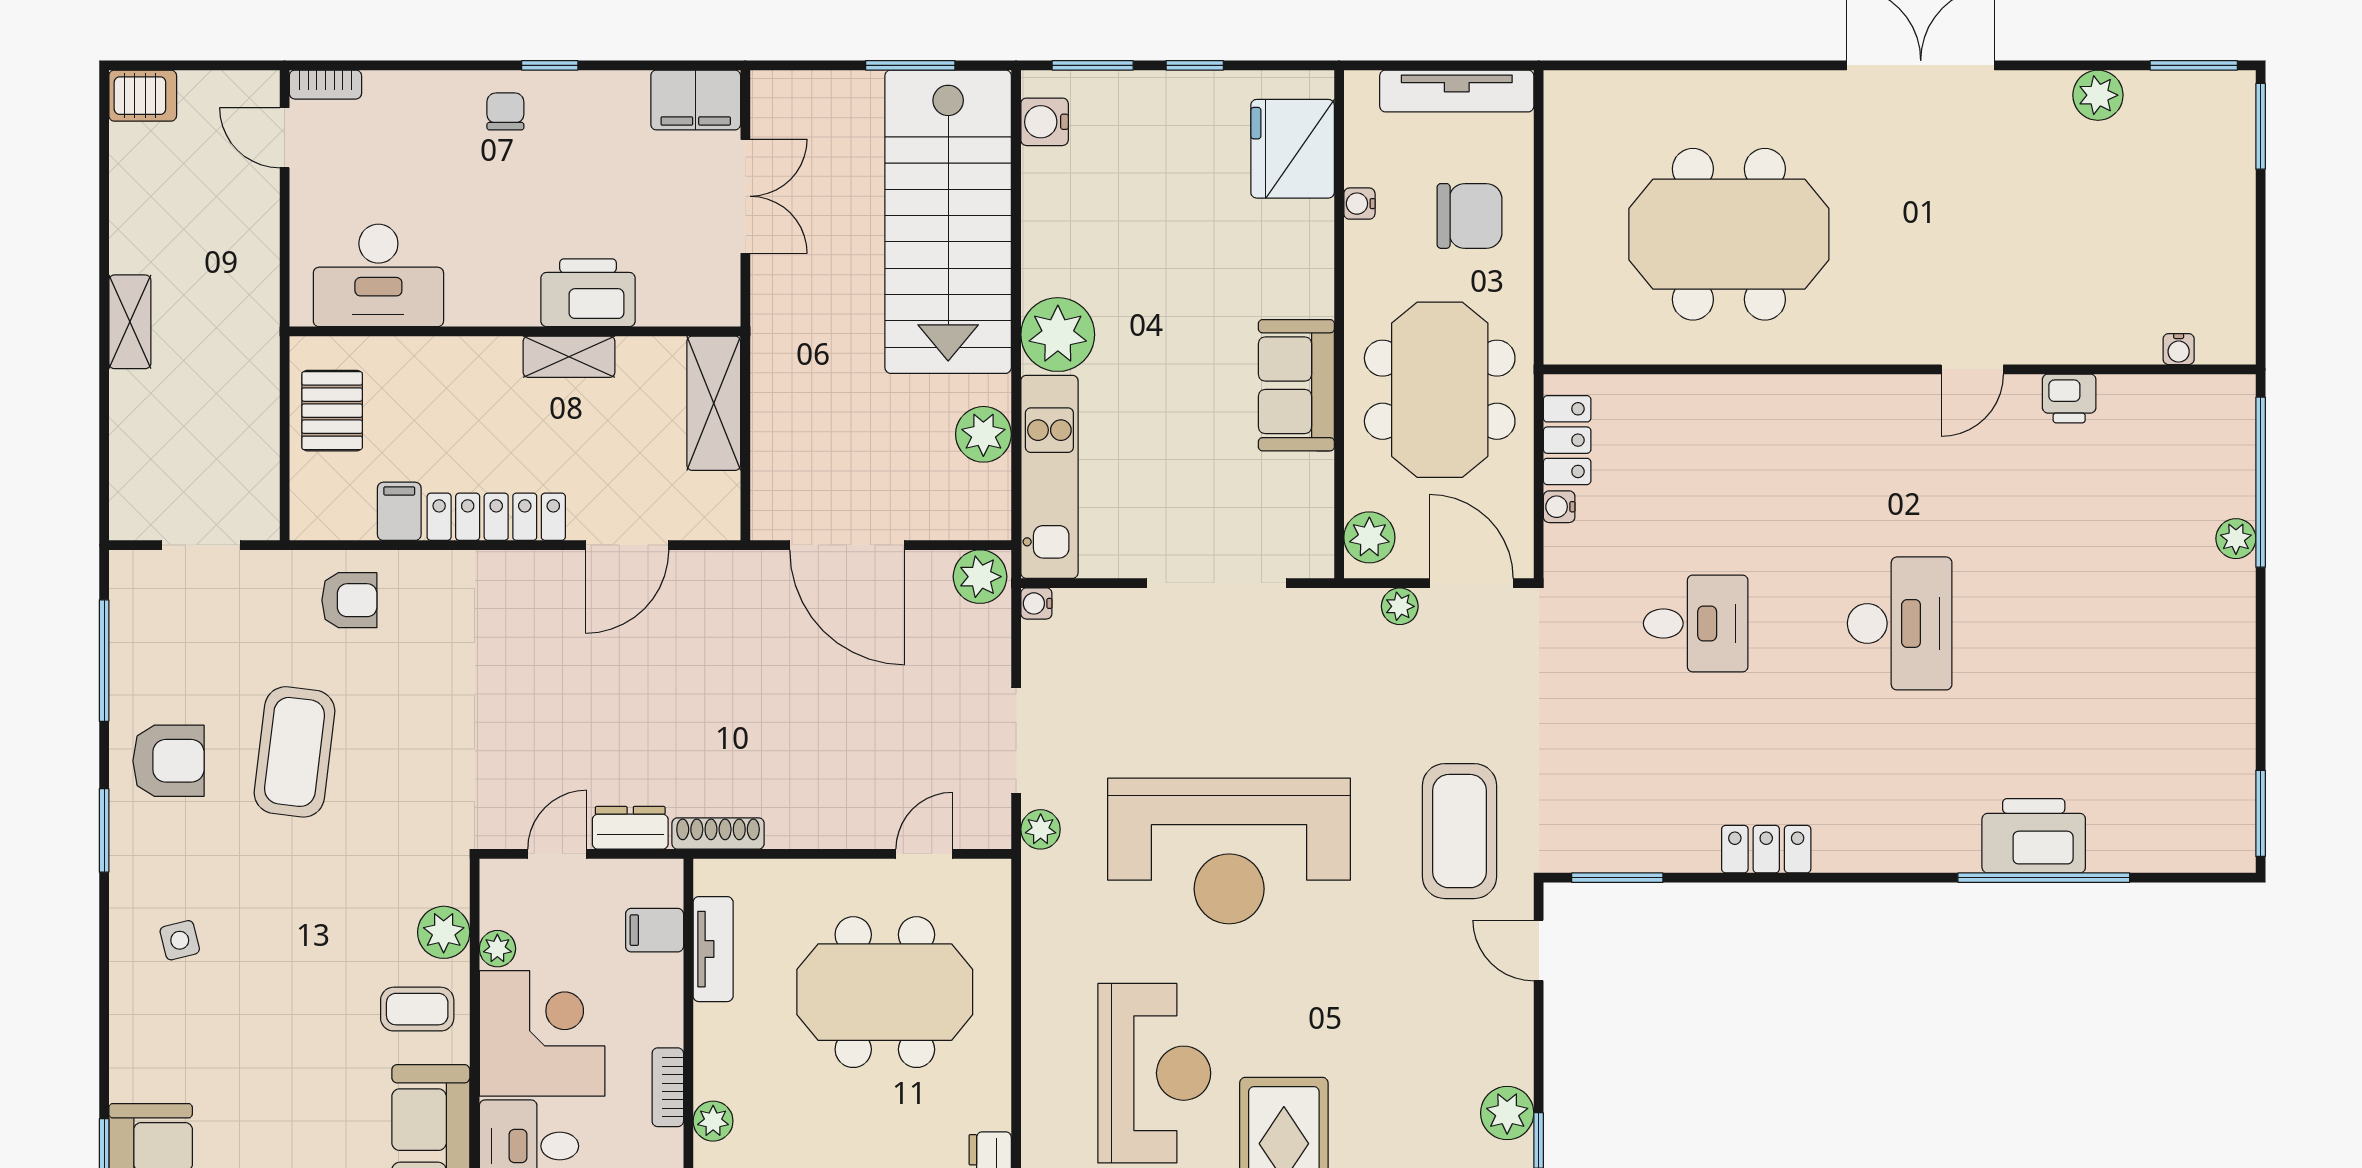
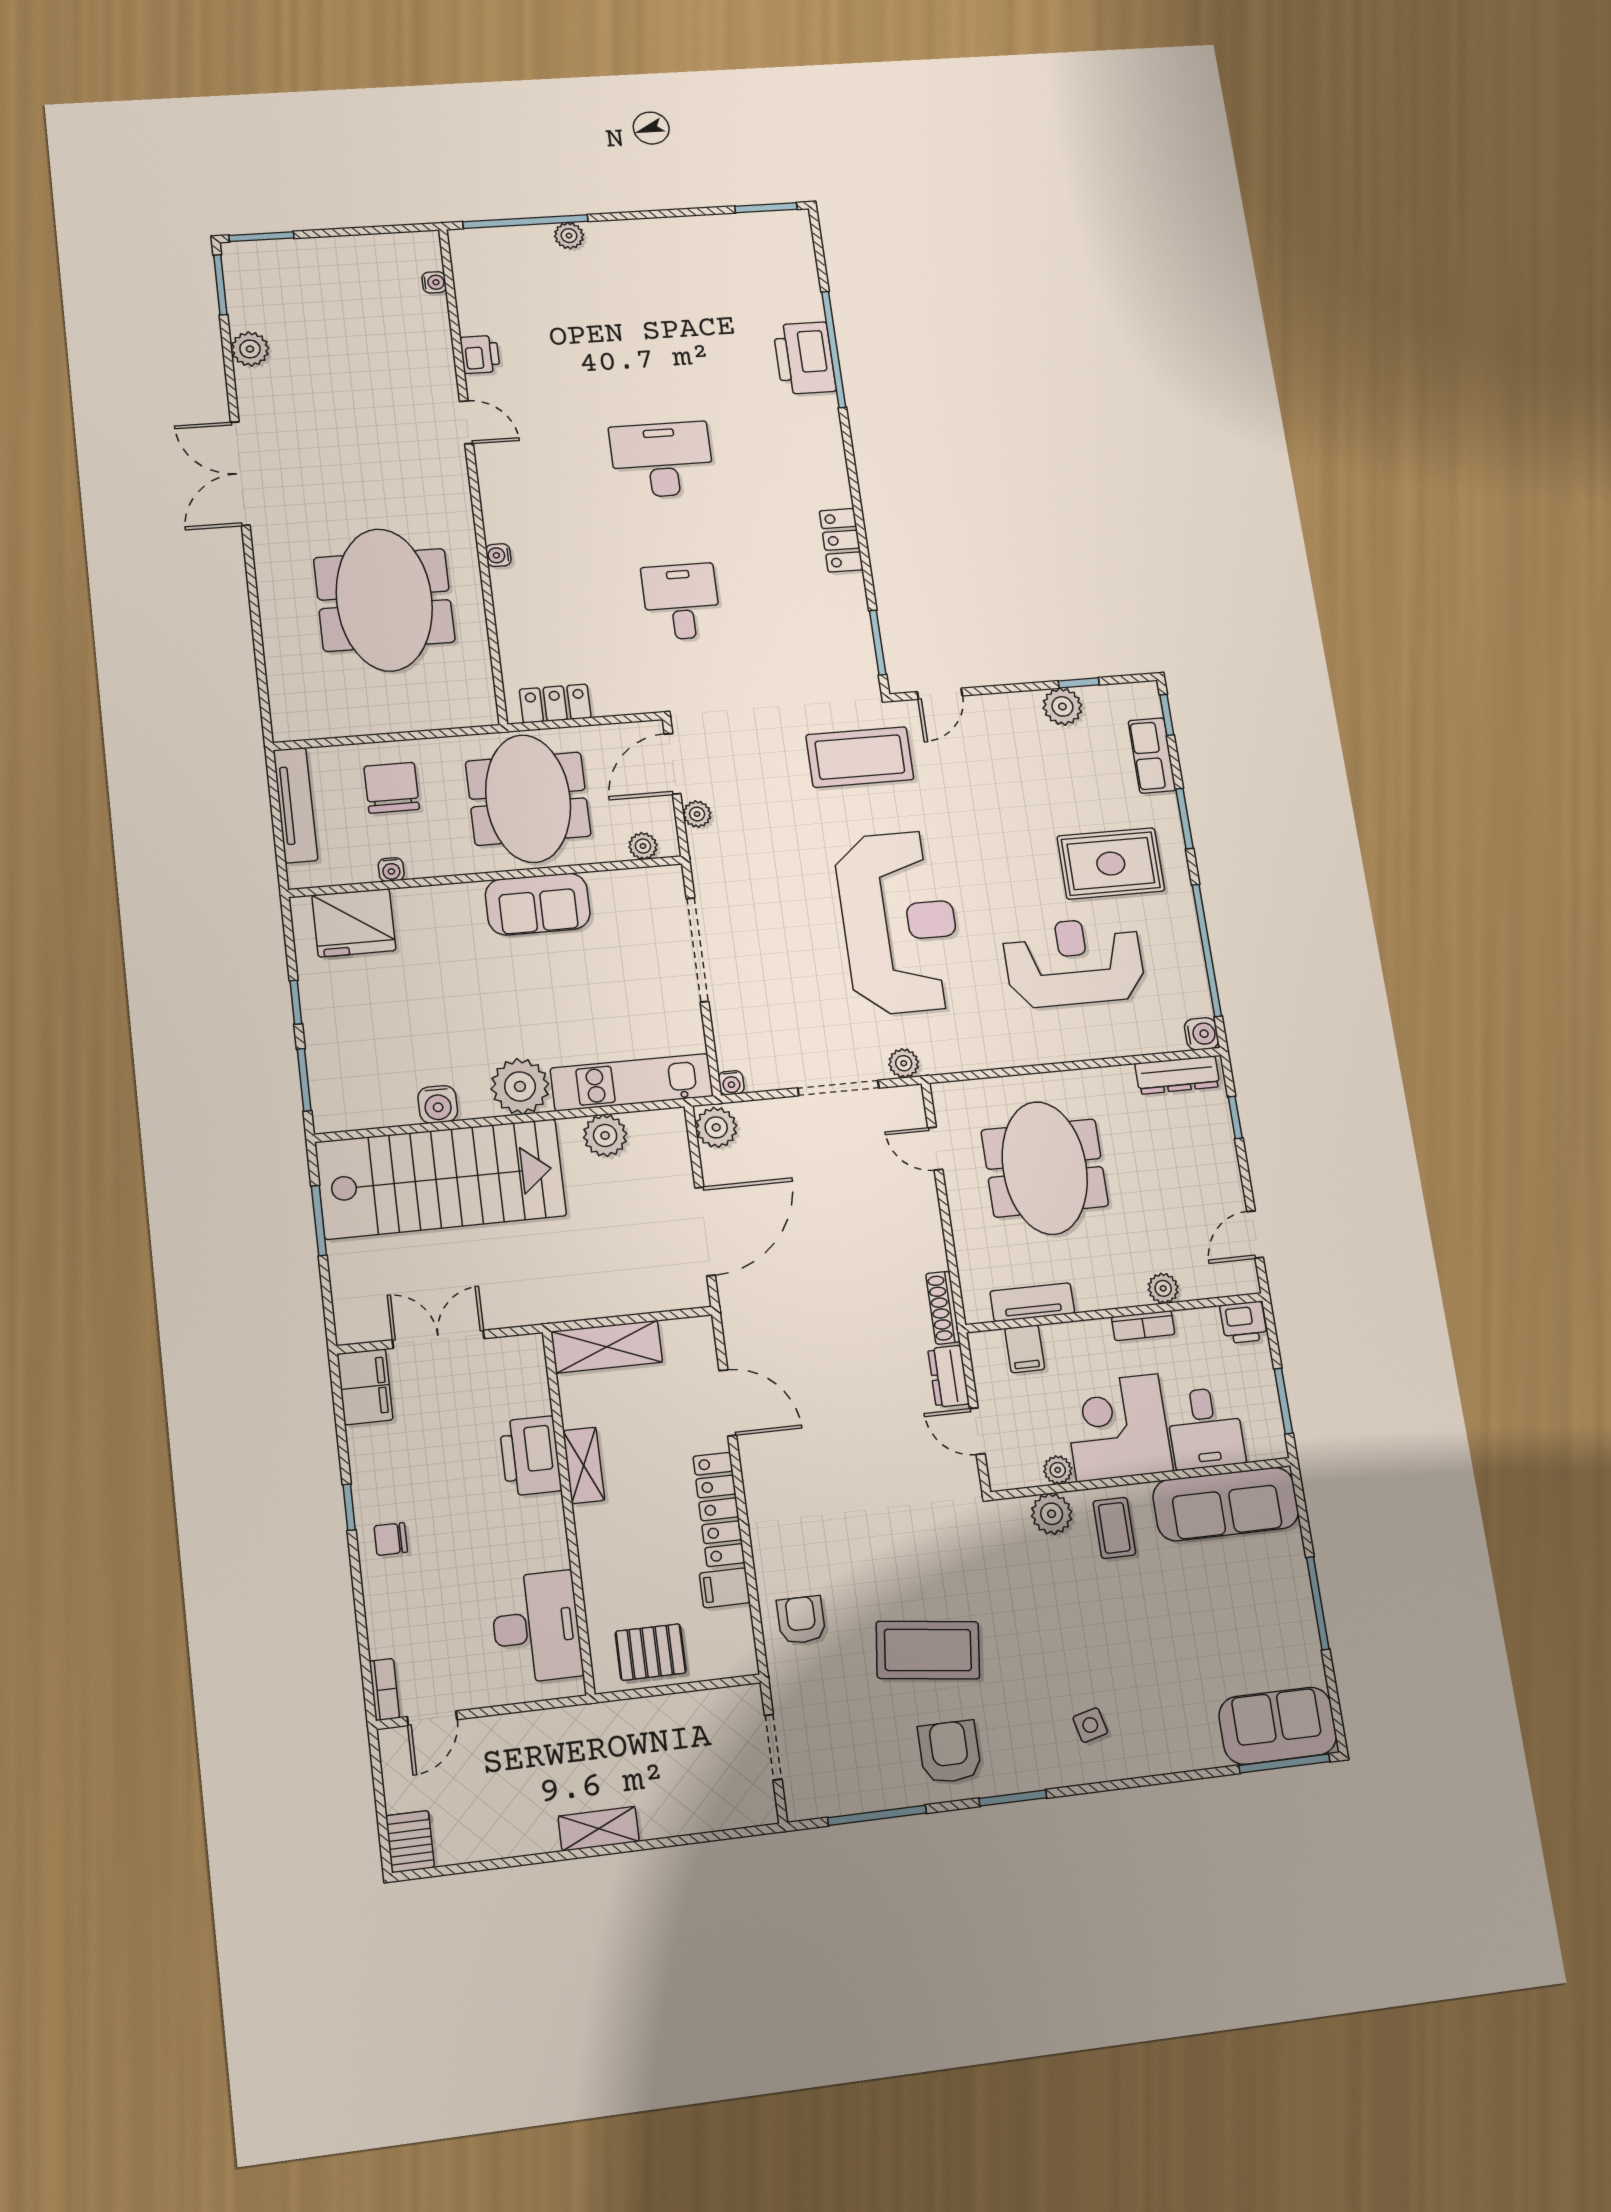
water cooler: (1045, 122) -> (438, 1104), moved
meeting table: (1440, 390) -> (528, 799), turned 90
water cooler: (1559, 507) -> (498, 555), moved, turned 90
plant: (1369, 537) -> (643, 846), width x0.73, depth x0.73

